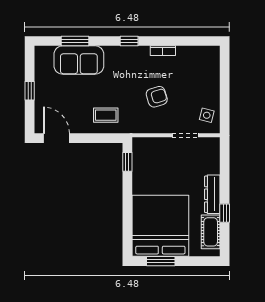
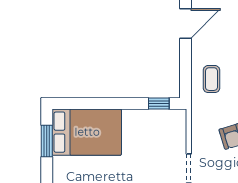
bed: (160, 226) -> (87, 132), width x0.73

